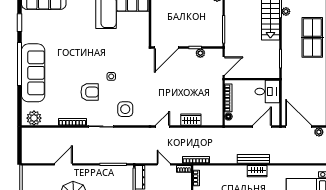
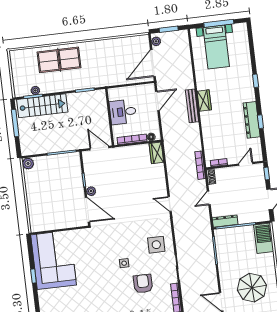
plant: (200, 53) -> (91, 191), moved
desk: (267, 92) -> (123, 112), moved, turned -90
wardrobe: (191, 120) -> (156, 153), moved
door: (262, 127) -> (157, 101), swing flipped

